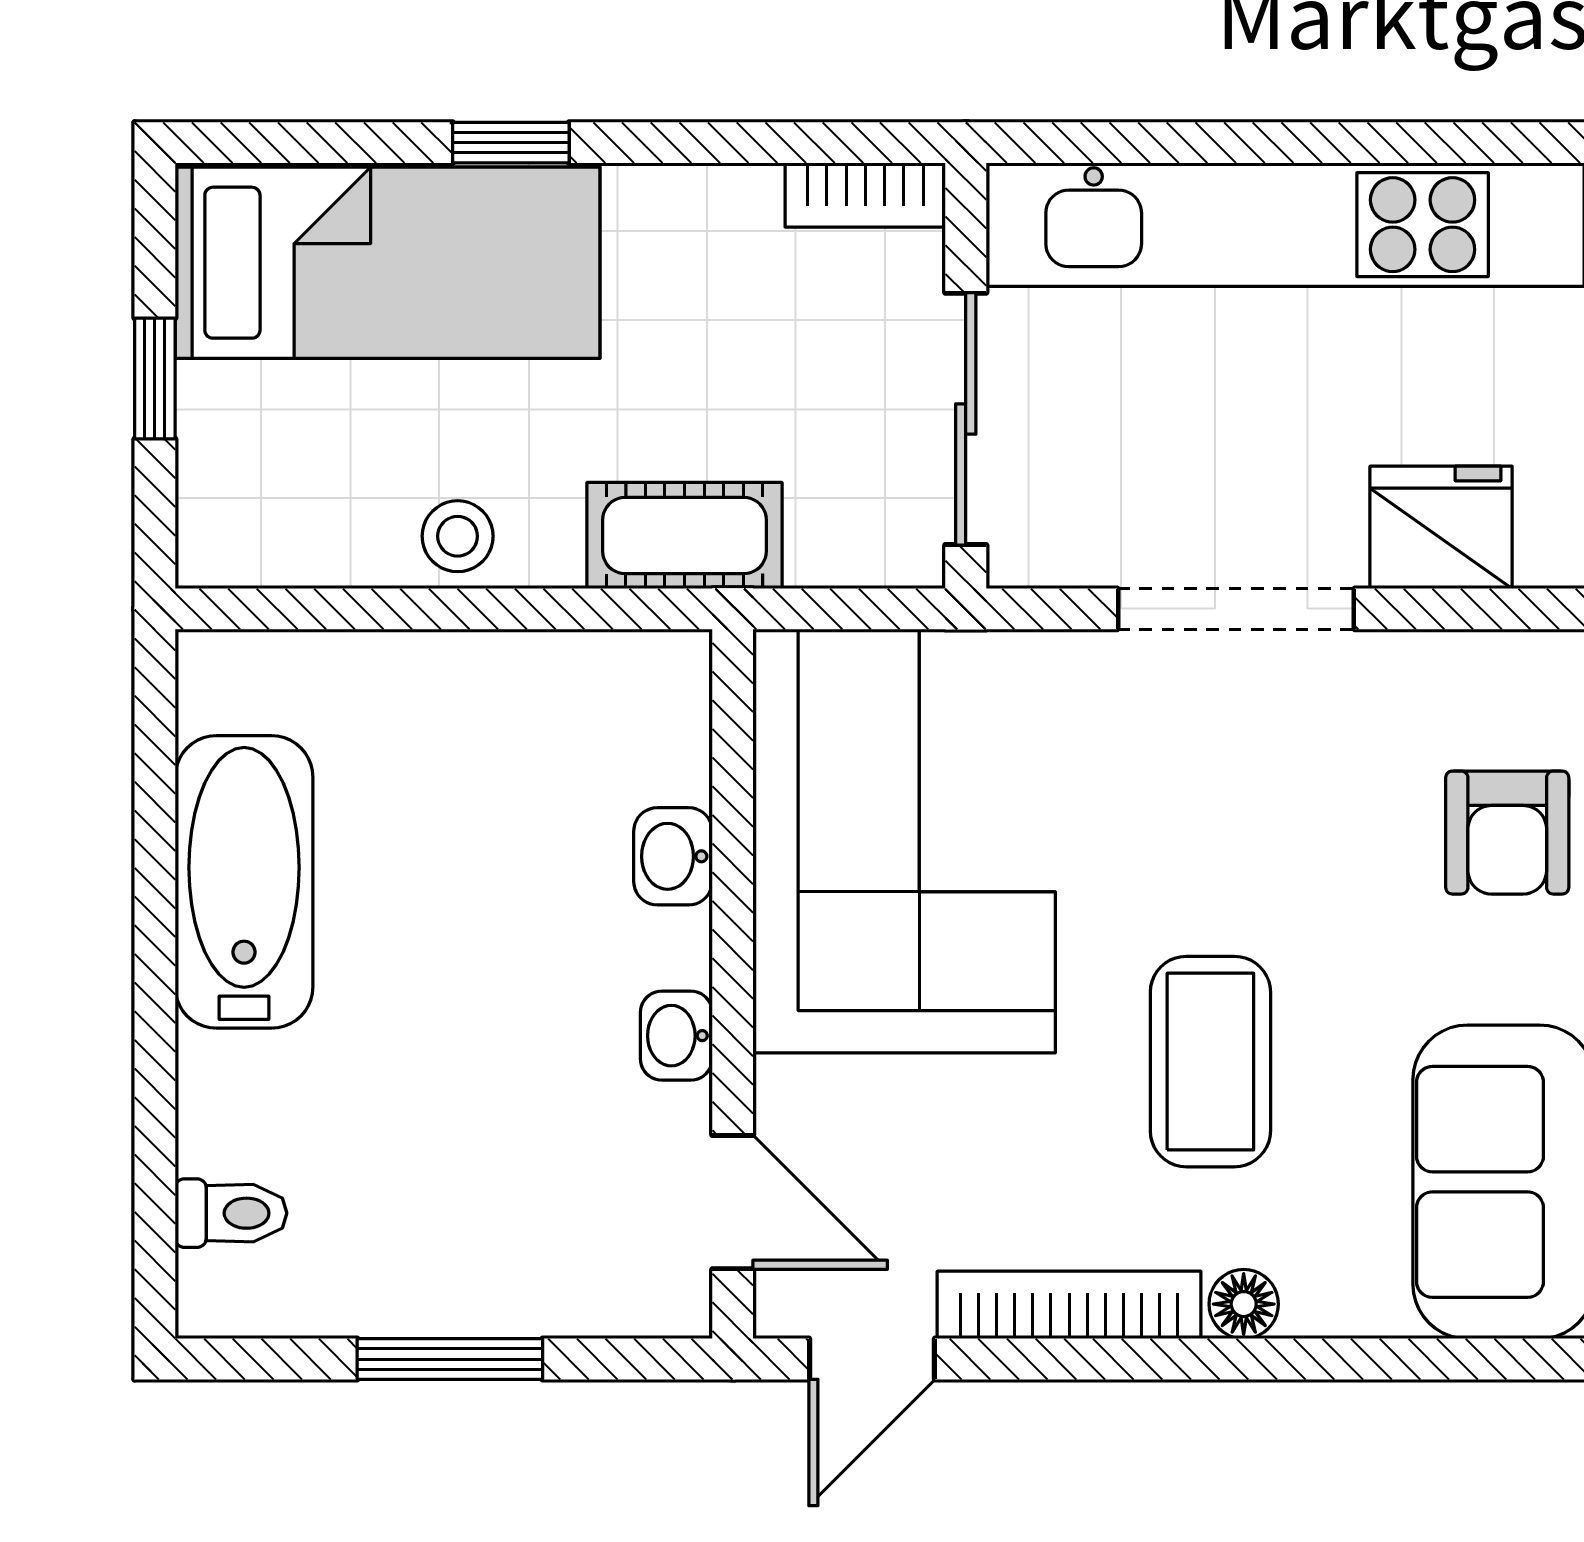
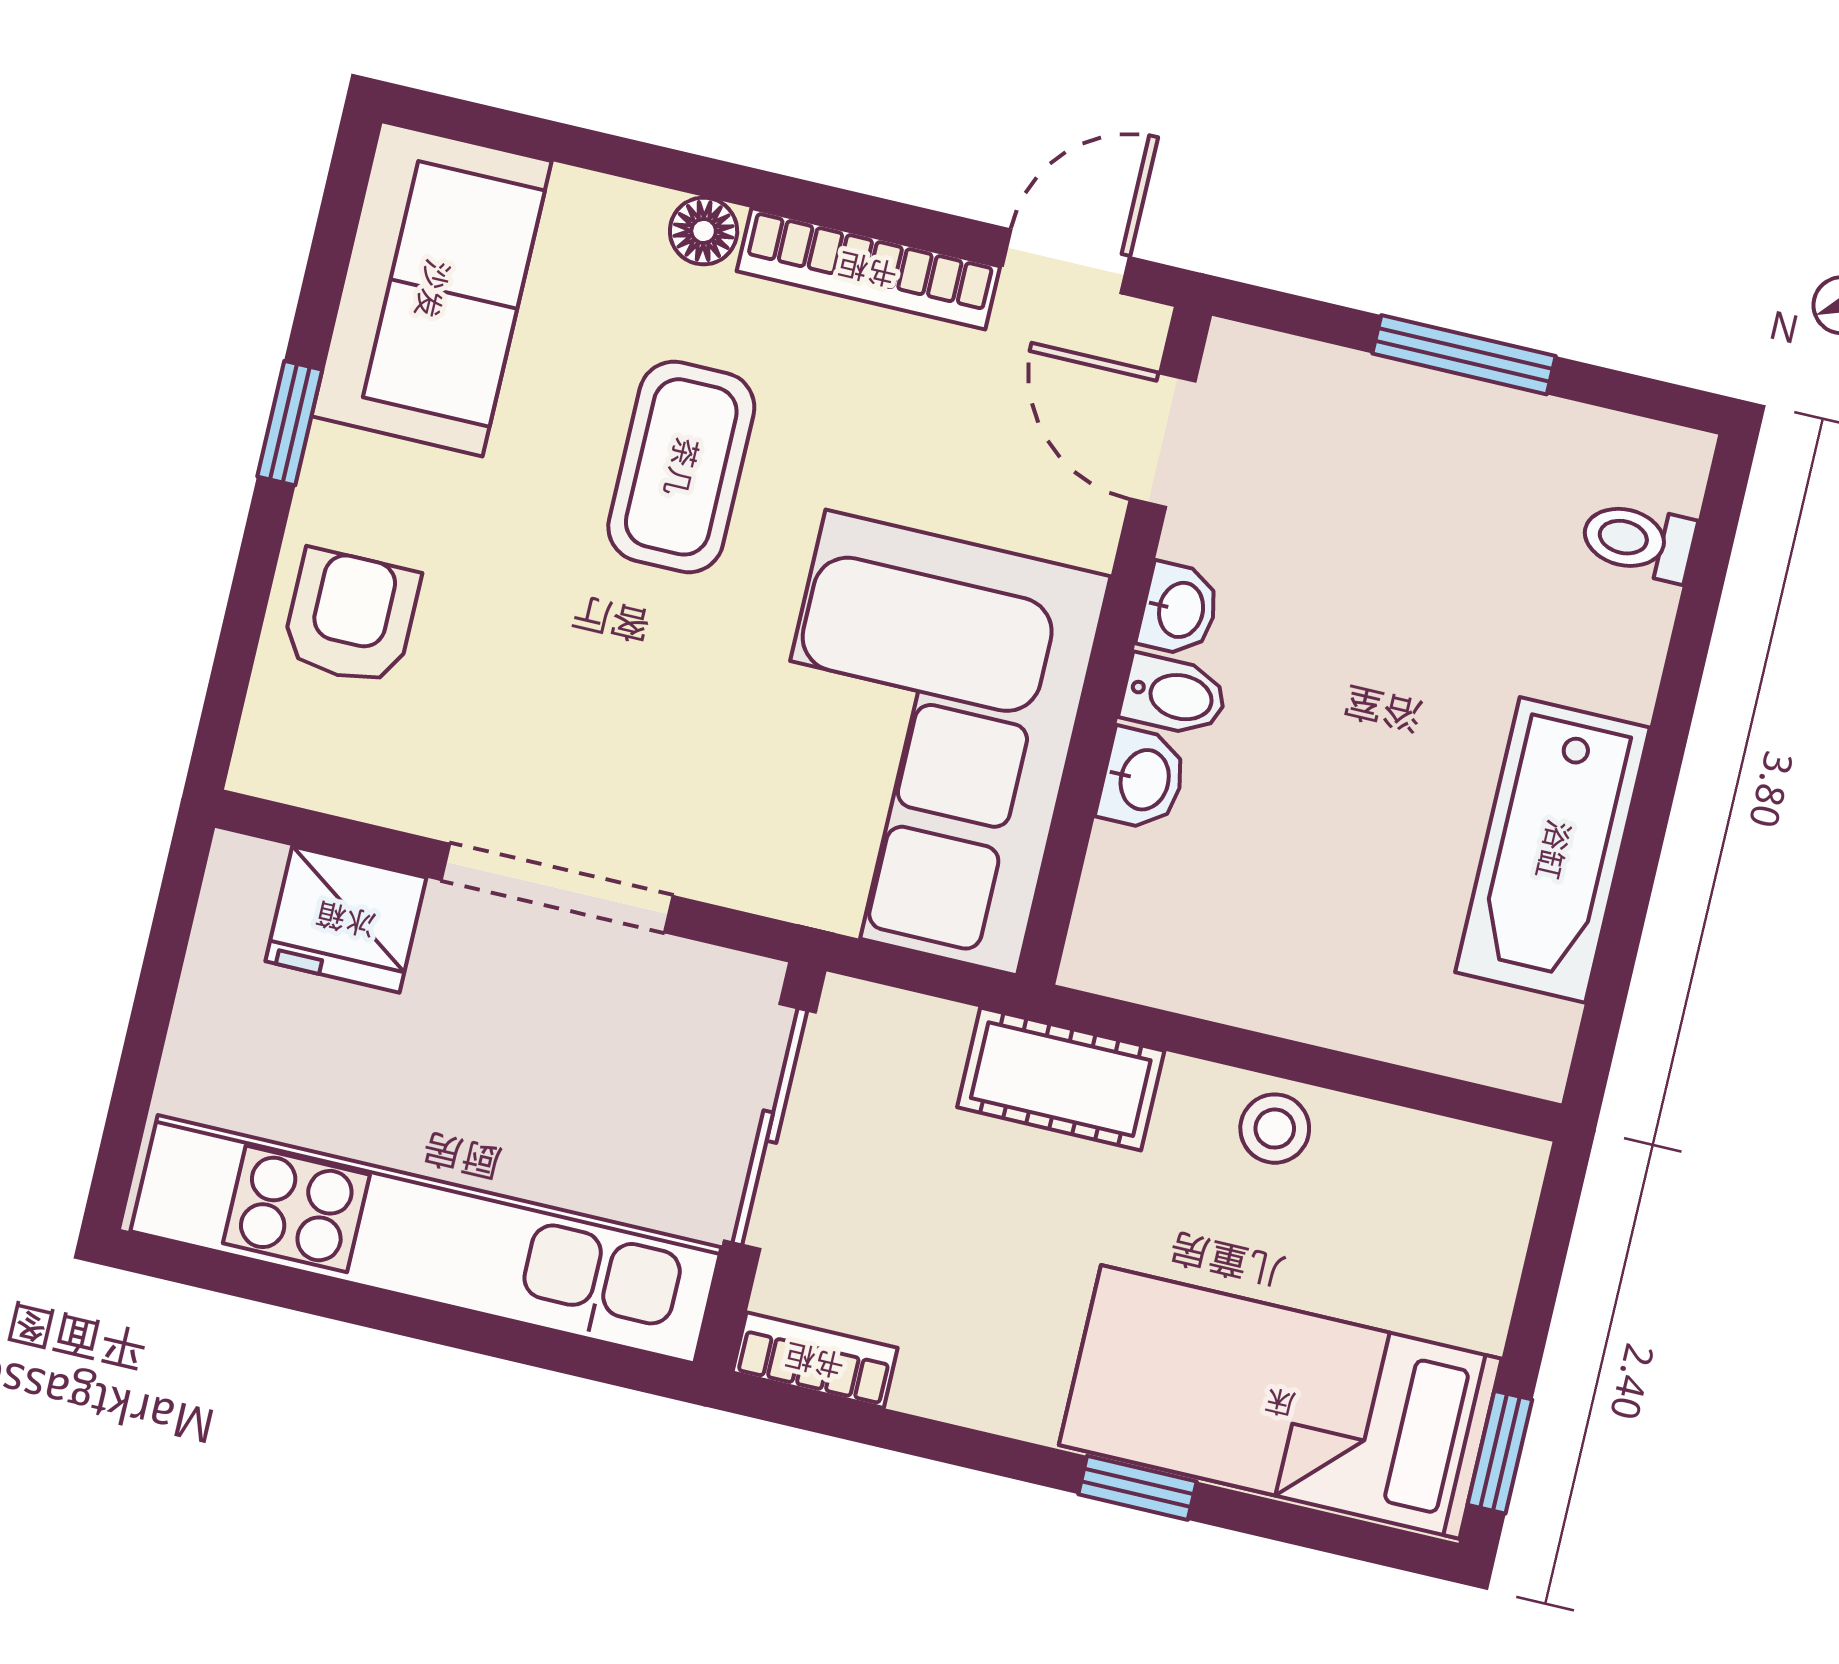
window: (155, 379) -> (1500, 1452), moved
bidet: (661, 948) -> (1174, 695), added

